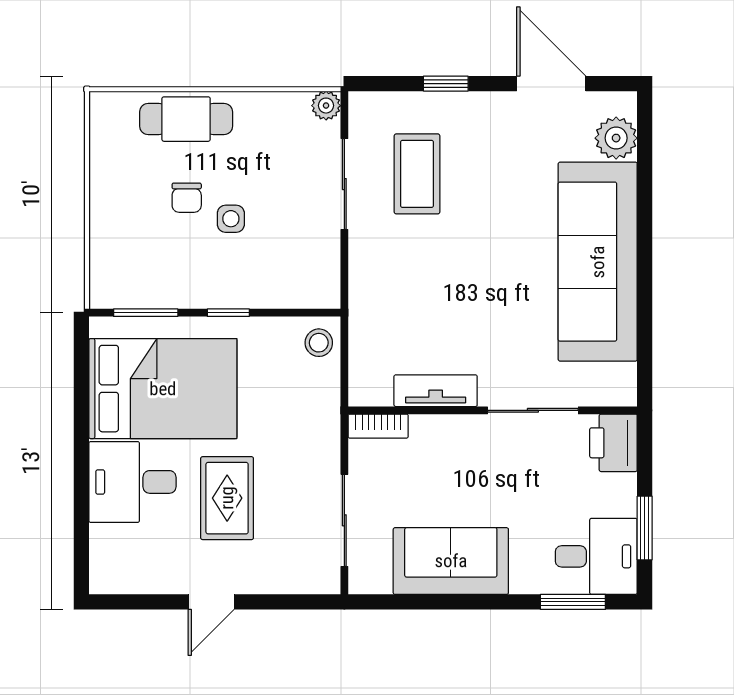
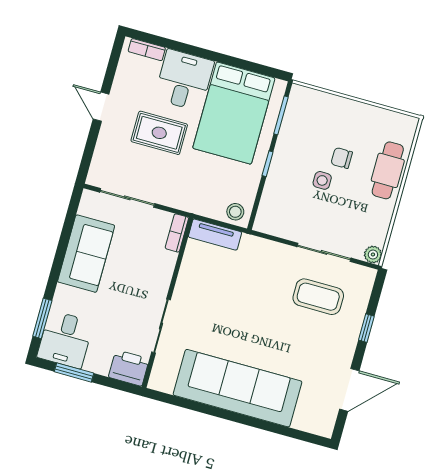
plant: (616, 138) -> (307, 419), removed
tv unit: (436, 391) -> (215, 235), moved, turned 90
bookcase: (100, 554) -> (147, 50), added

